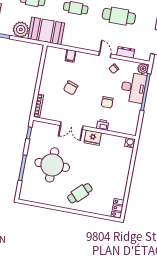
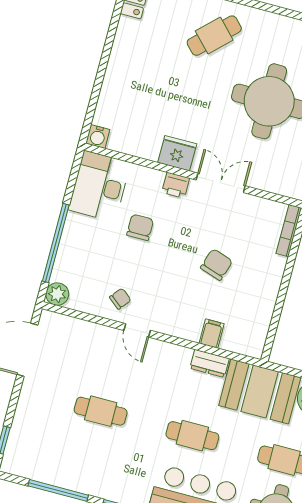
cafe table: (119, 16) -> (101, 411), width x0.73, depth x0.74
dresser: (126, 52) -> (210, 363), moved
desk: (133, 88) -> (100, 186), moved
printer: (103, 125) -> (176, 185), moved

